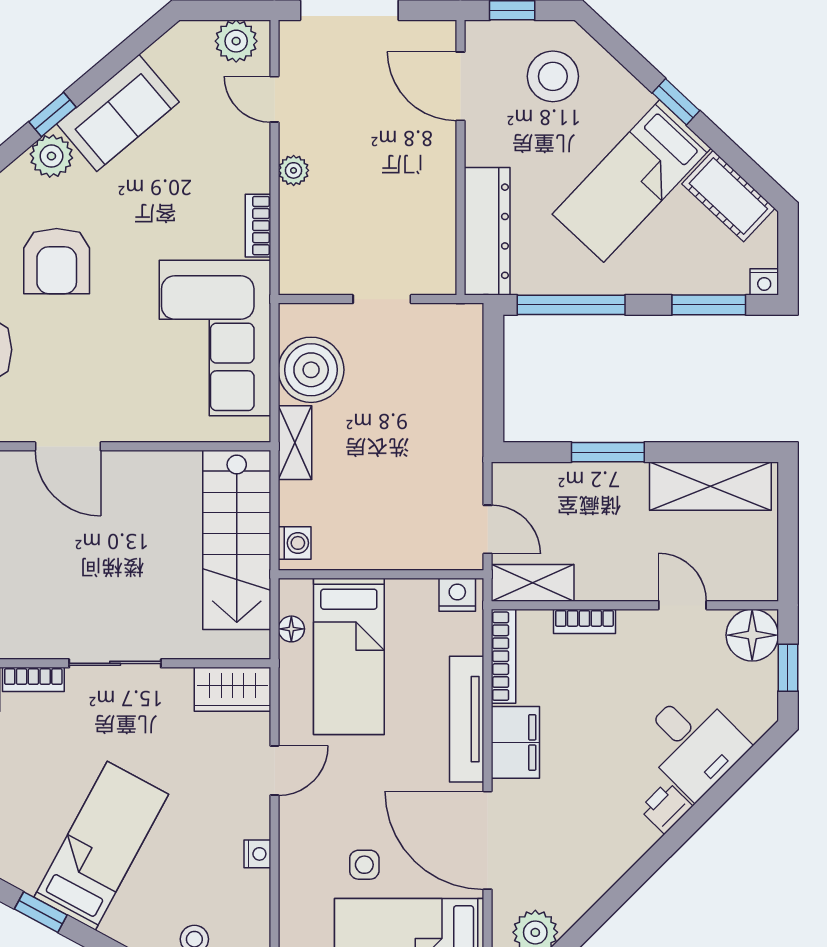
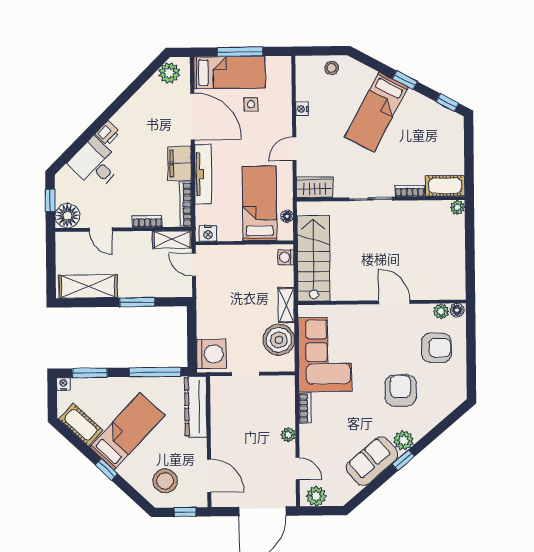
washing machine: (453, 342) -> (211, 354), added

